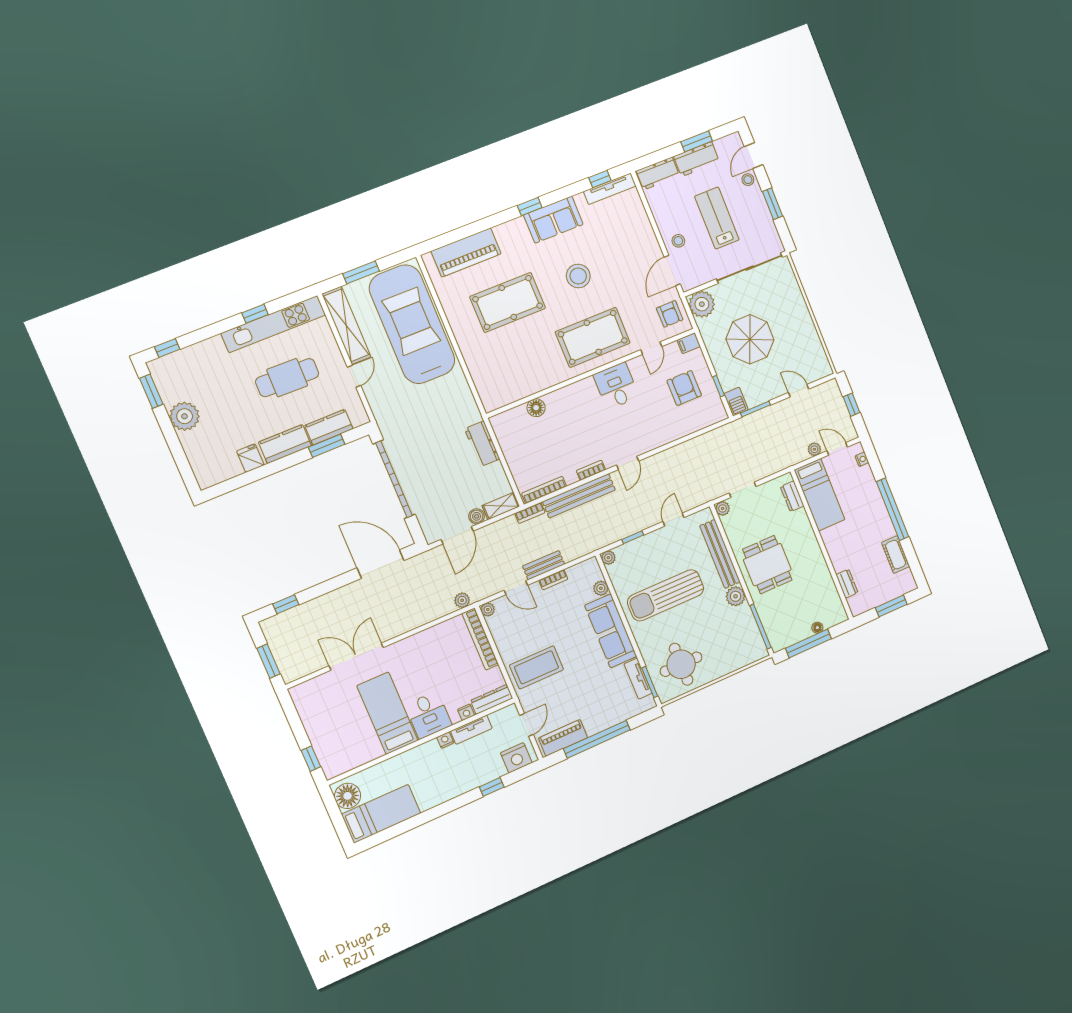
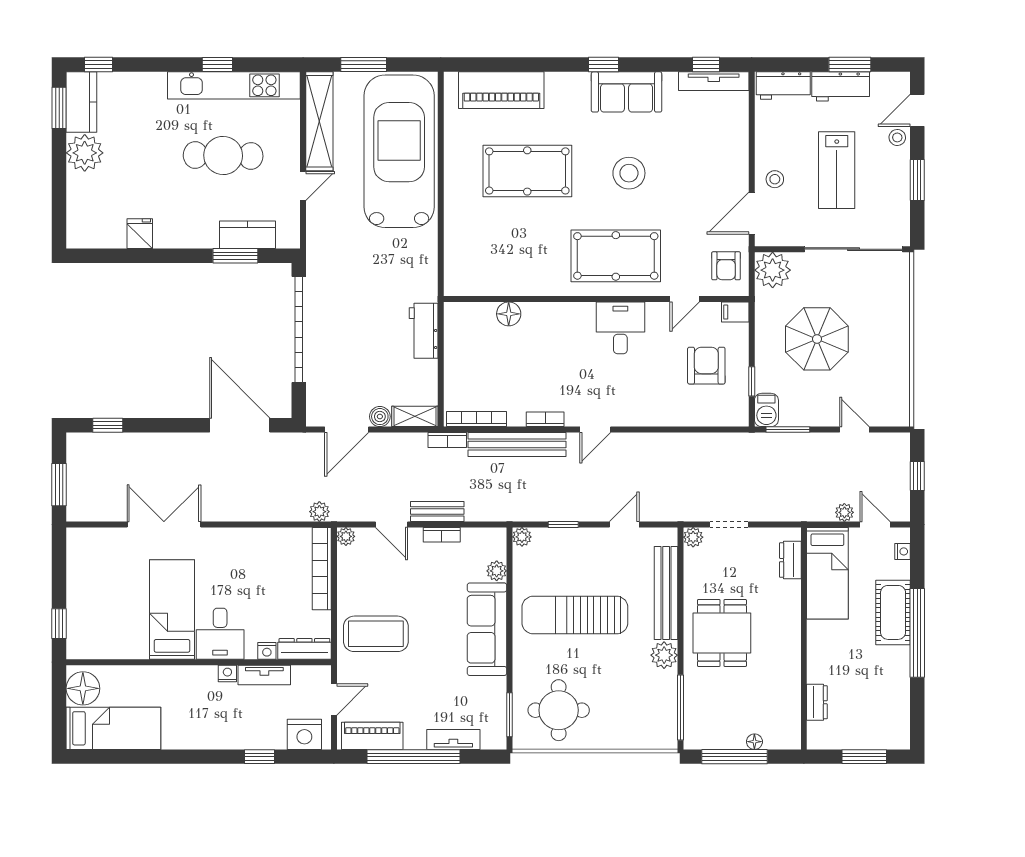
lab bench: (717, 218) -> (837, 170), turned 180
kitchen counter: (285, 444) -> (81, 102), moved, turned 90
cot: (896, 555) -> (893, 612), moved, width x1.37, depth x1.34
tv unit: (638, 679) -> (453, 739), moved, turned 90

